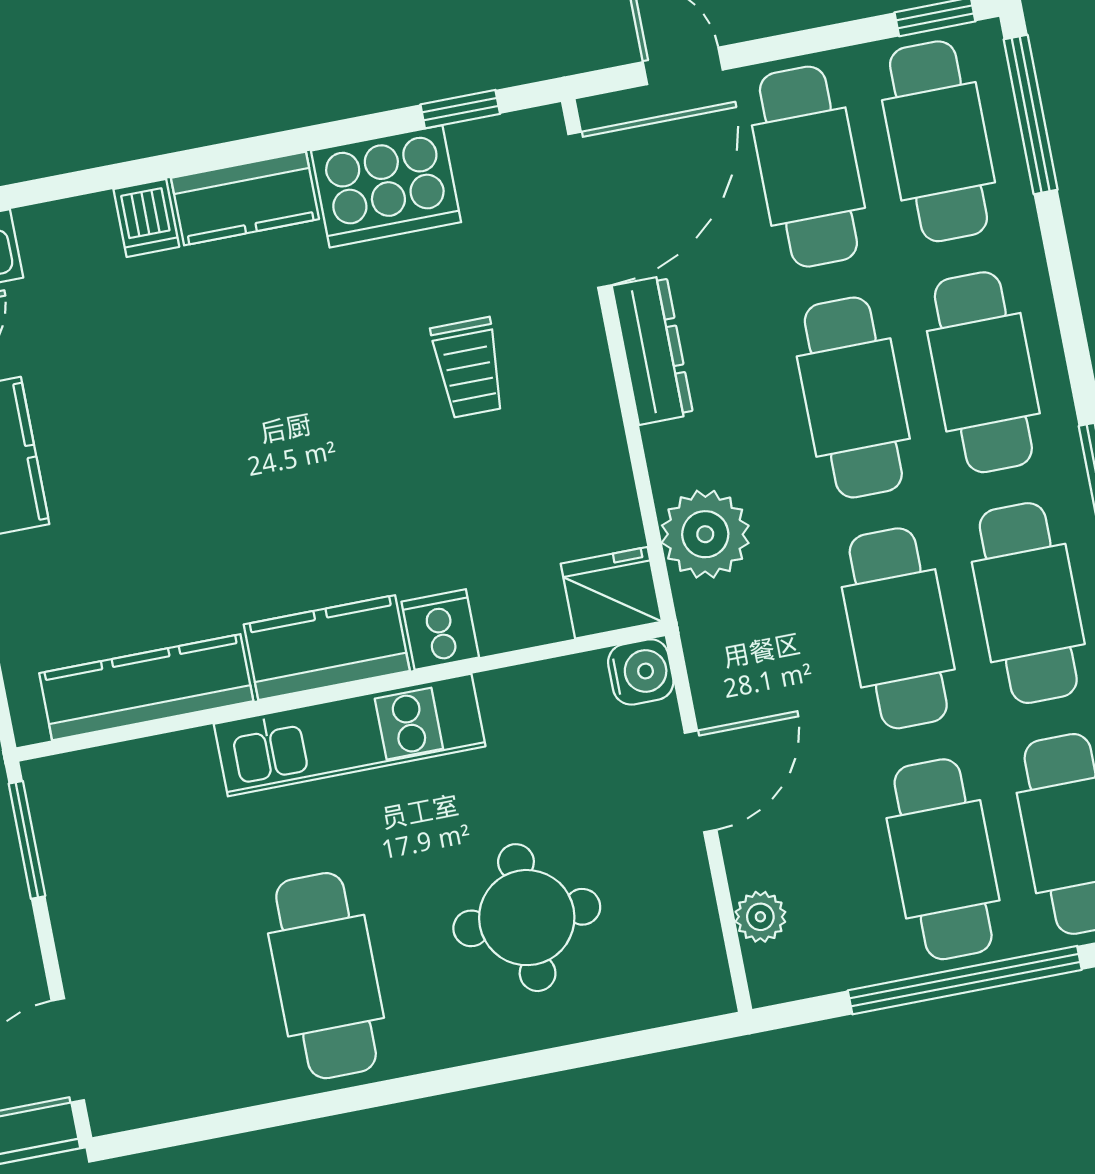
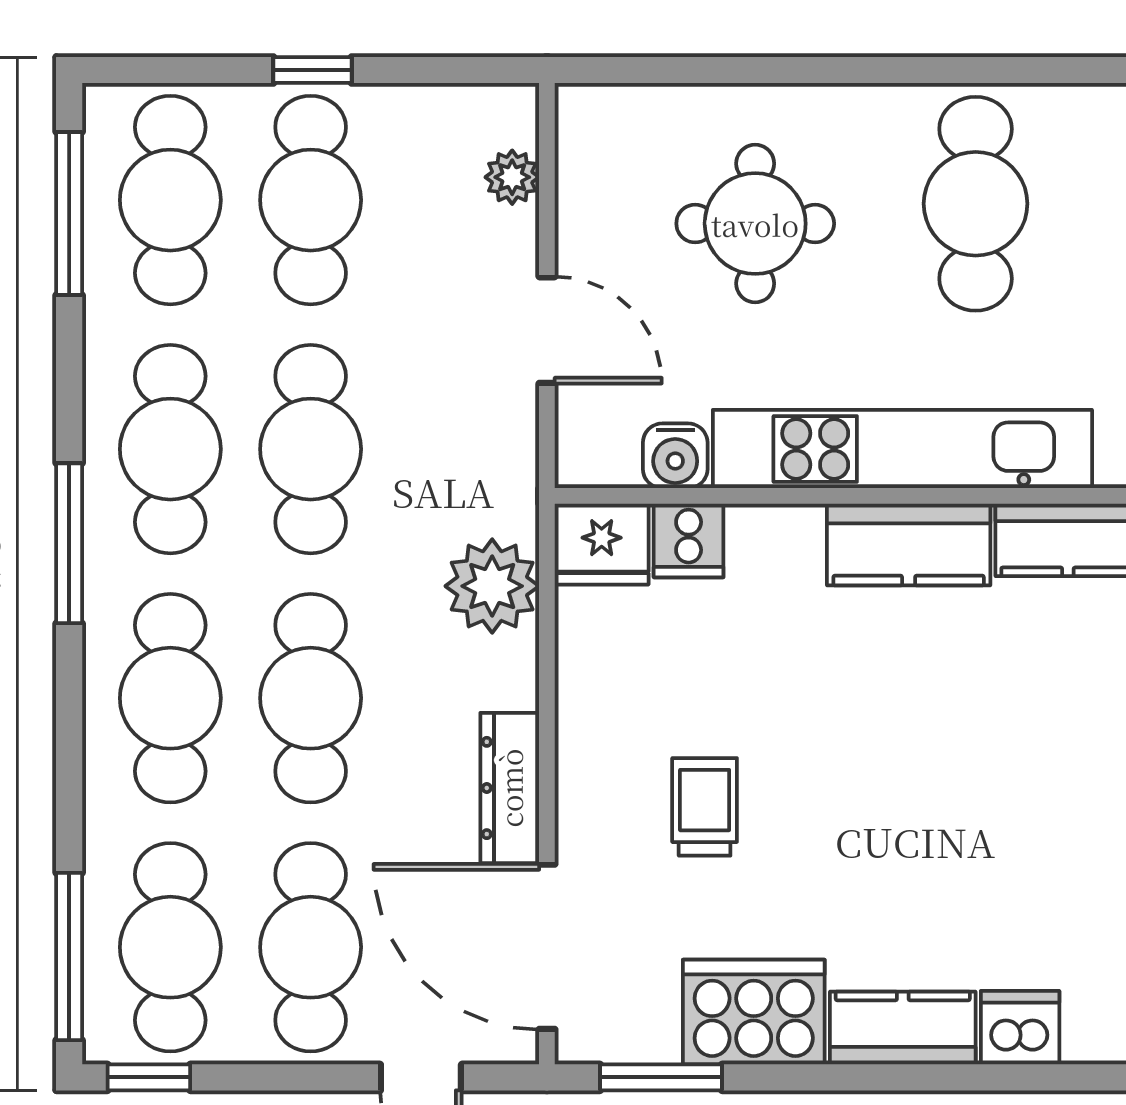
window: (460, 109) -> (661, 1077), width x1.50
door: (589, 210) -> (547, 947), hinge flipped
dishwasher: (146, 218) -> (1020, 1028), width x1.38
cooker: (440, 629) -> (689, 541), moved
water cooler: (641, 672) -> (675, 456), moved, turned -90
kitchen unit: (350, 735) -> (902, 449), width x1.36
door: (701, 781) -> (547, 330), swing flipped
window: (965, 980) -> (312, 70), width x0.32

